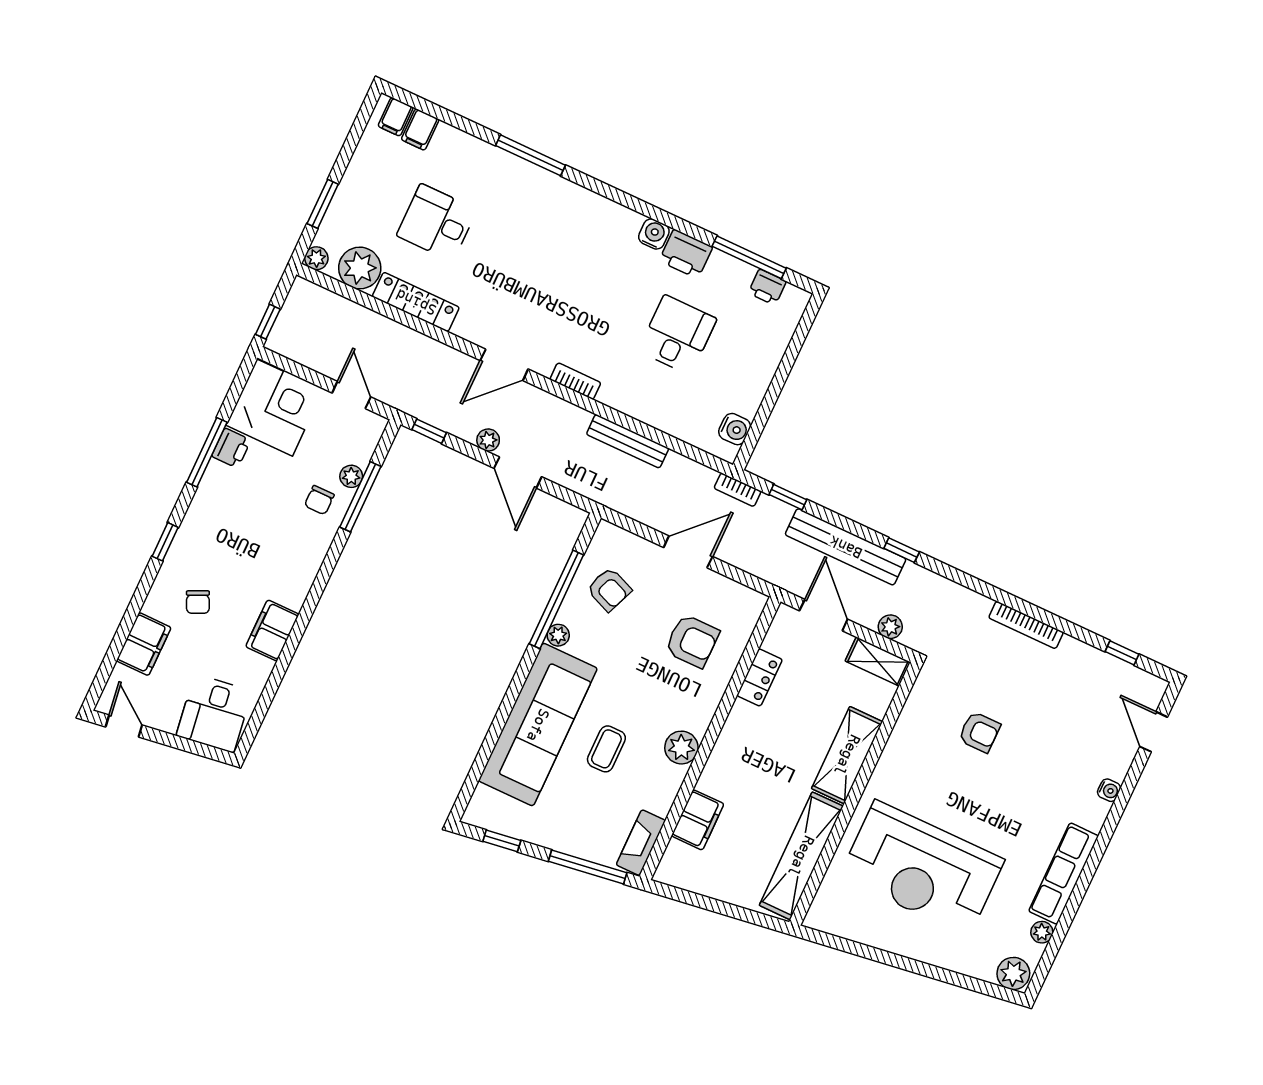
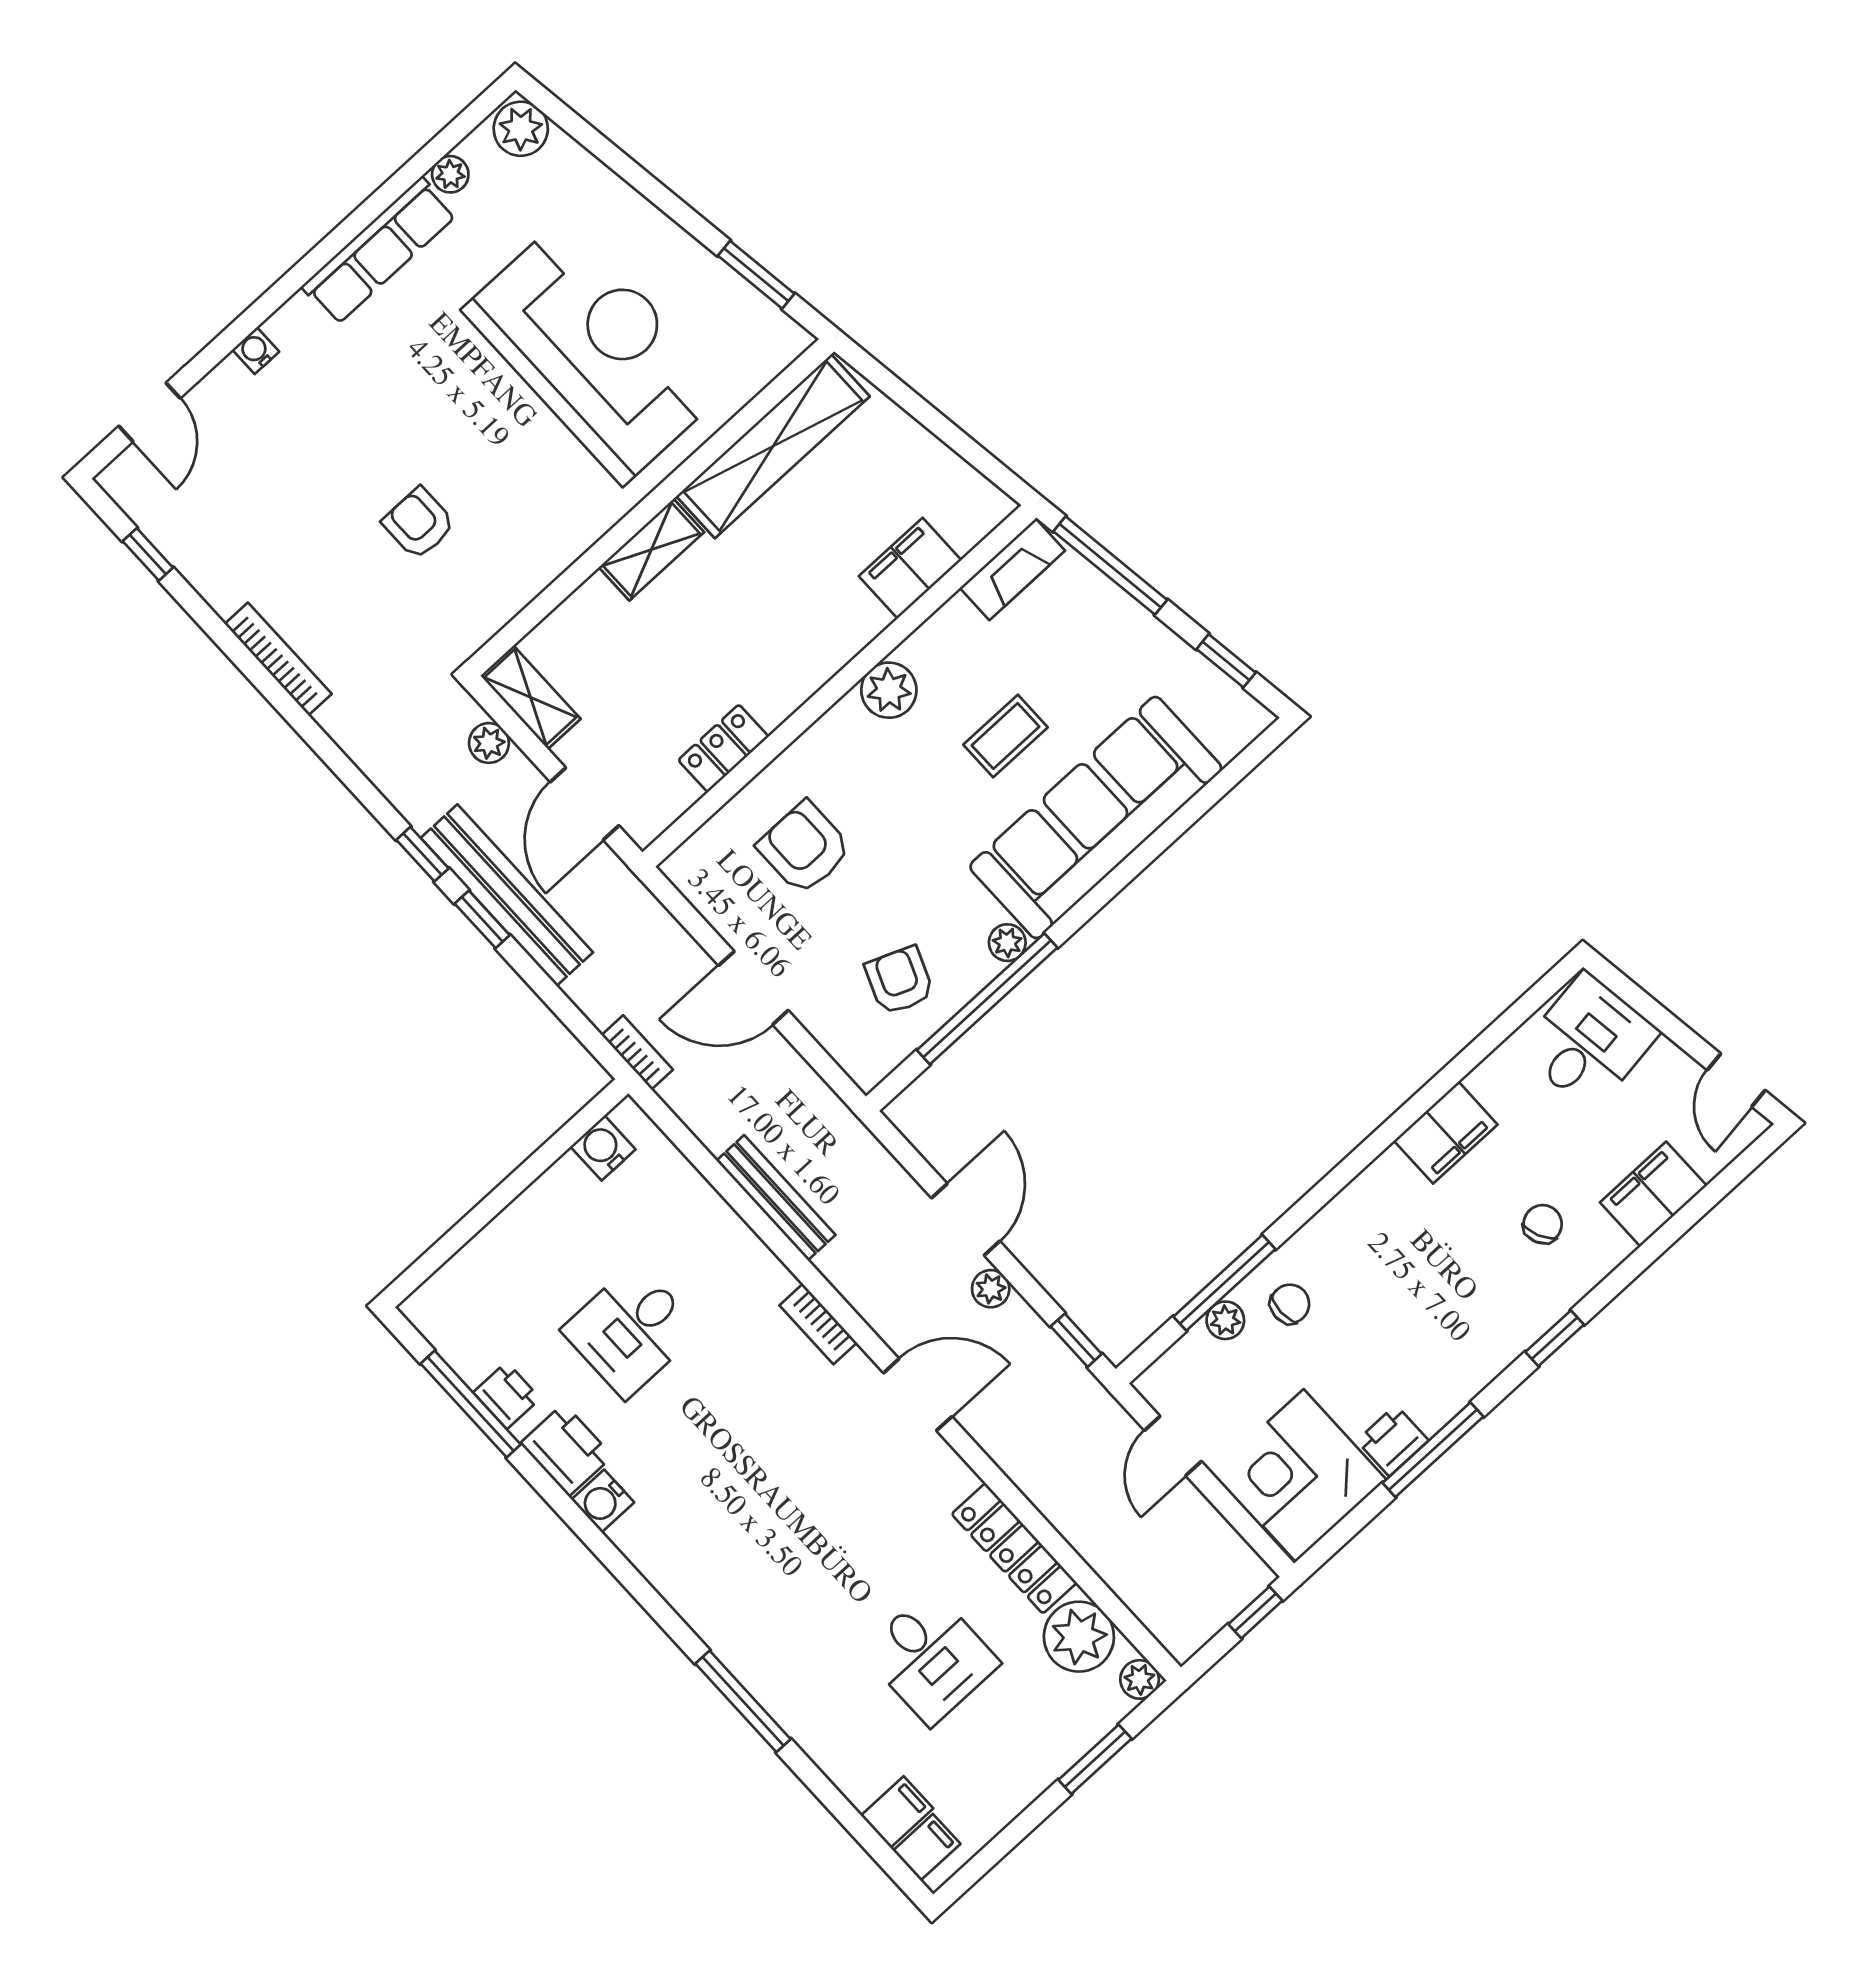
printer: (767, 287) -> (507, 1395), moved
window: (788, 497) -> (482, 919), moved
shelving: (847, 755) -> (651, 550), width x0.67, depth x0.75
window: (850, 947) -> (756, 275), added

